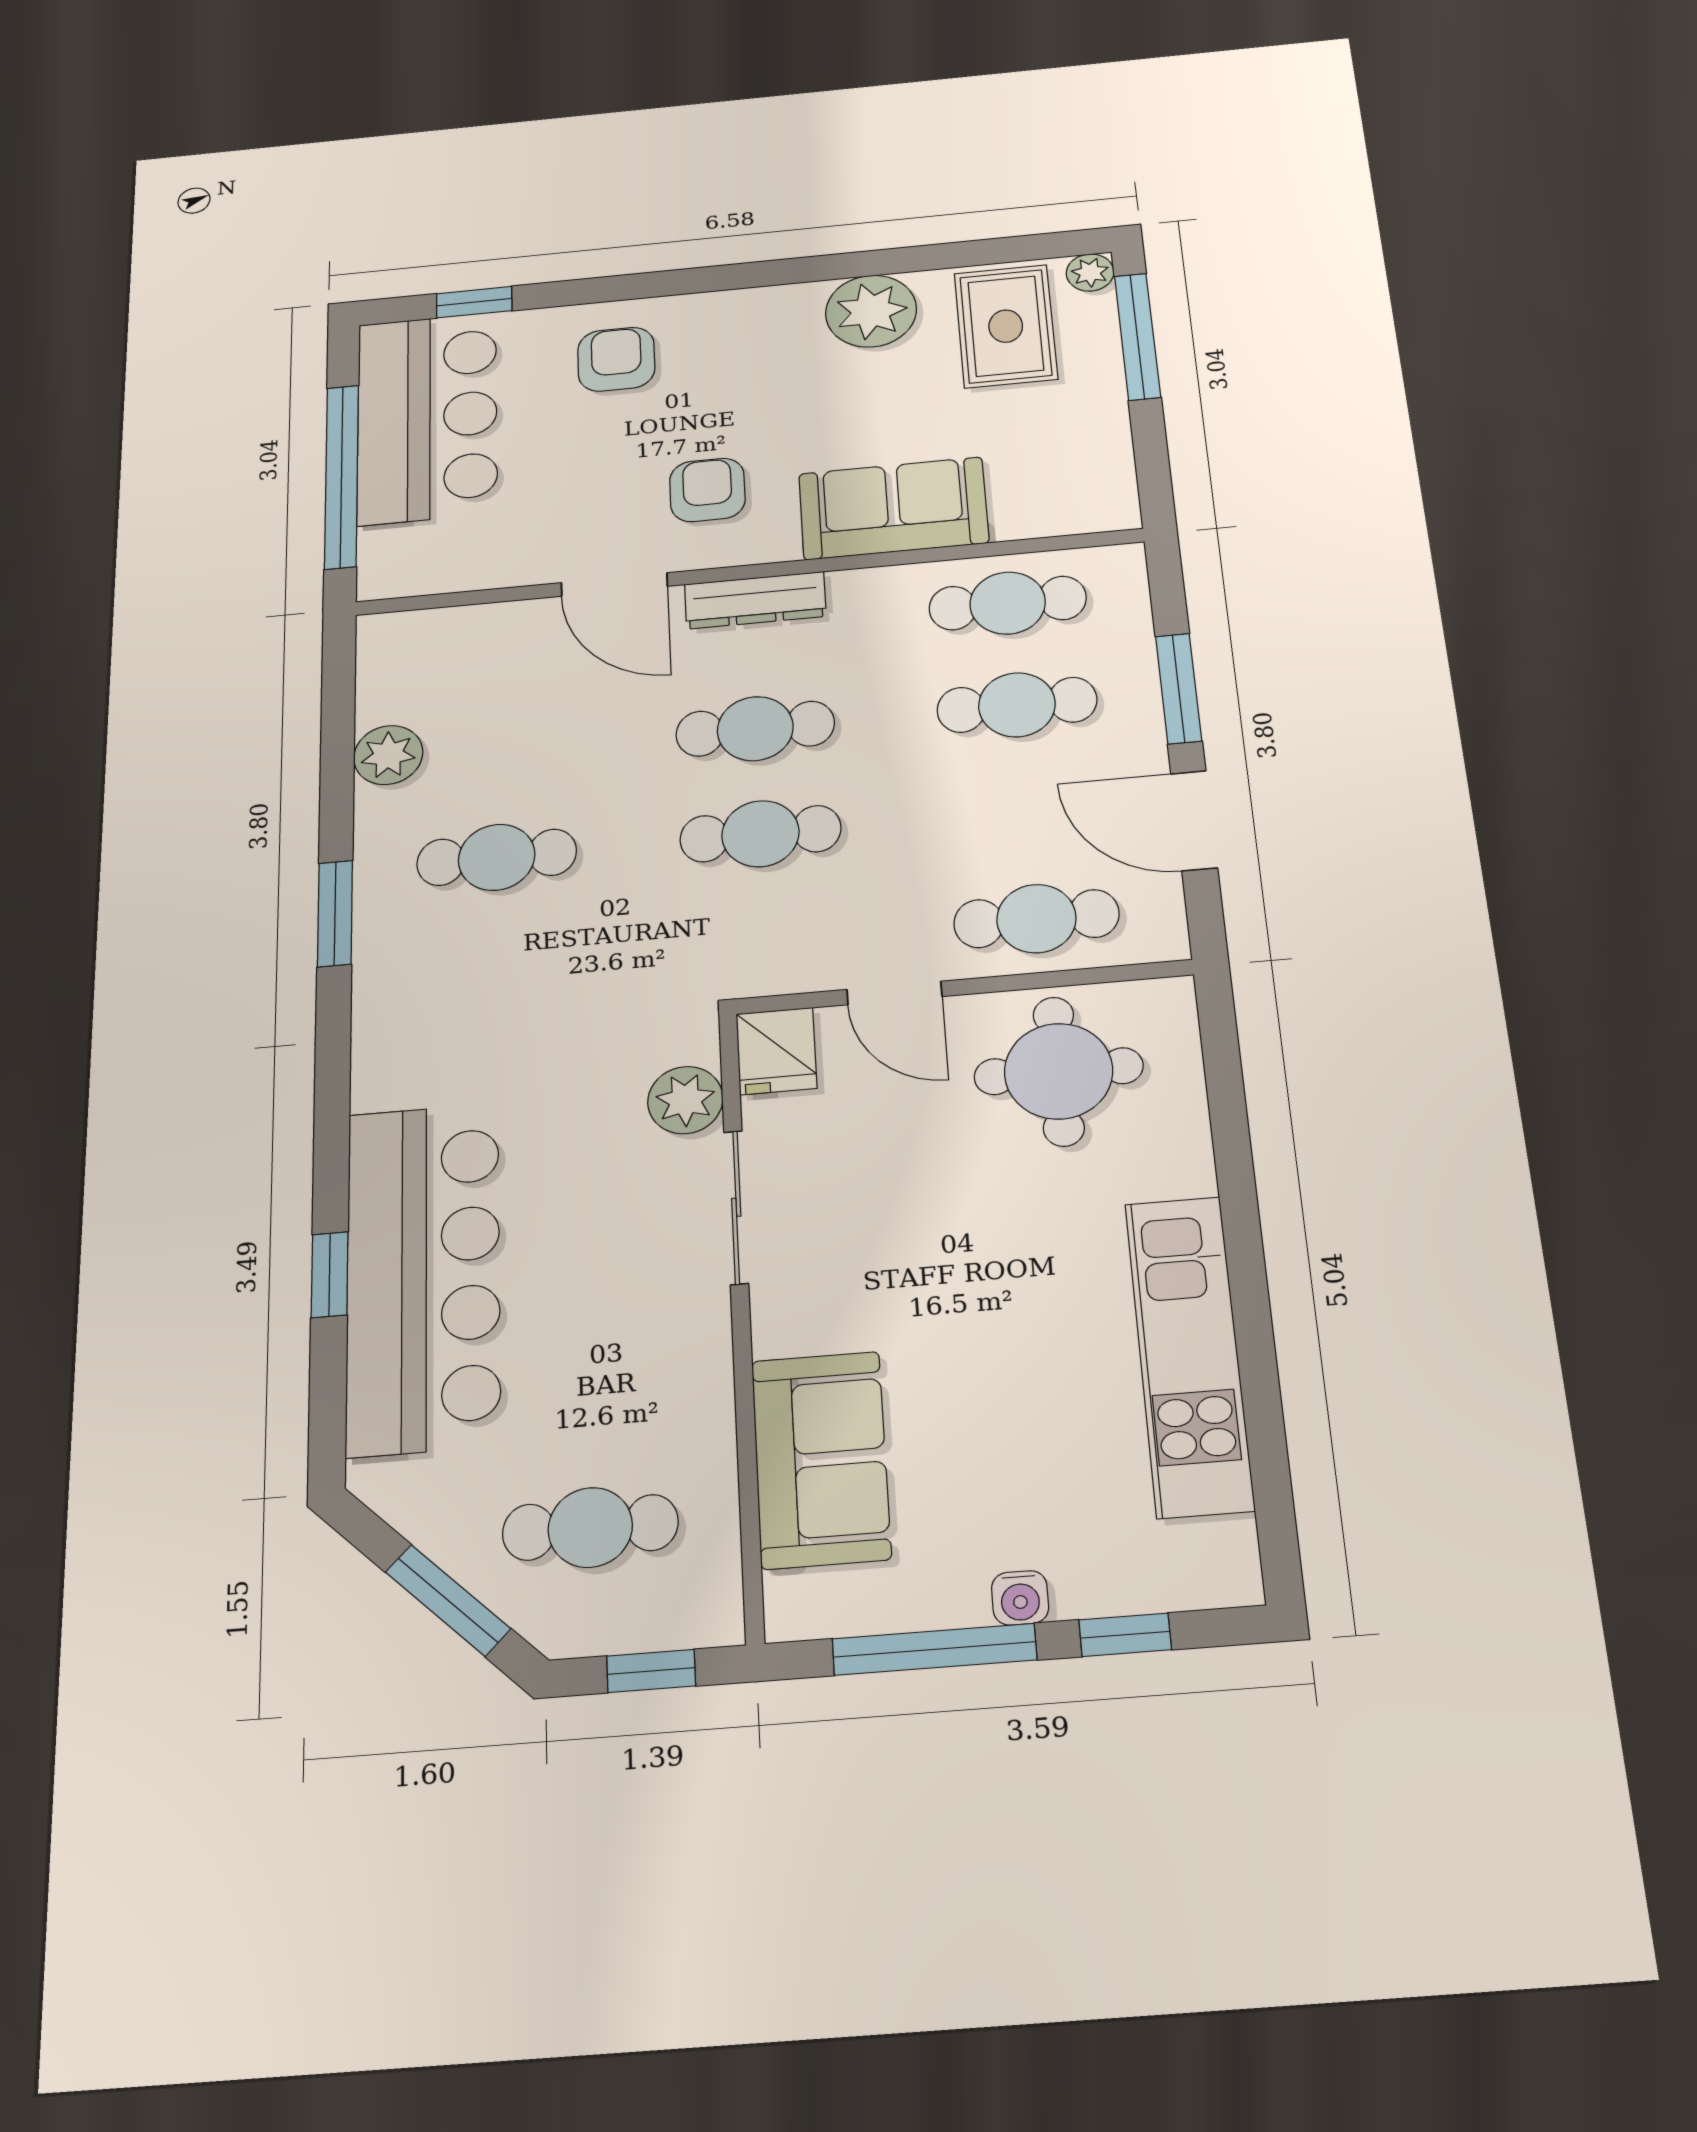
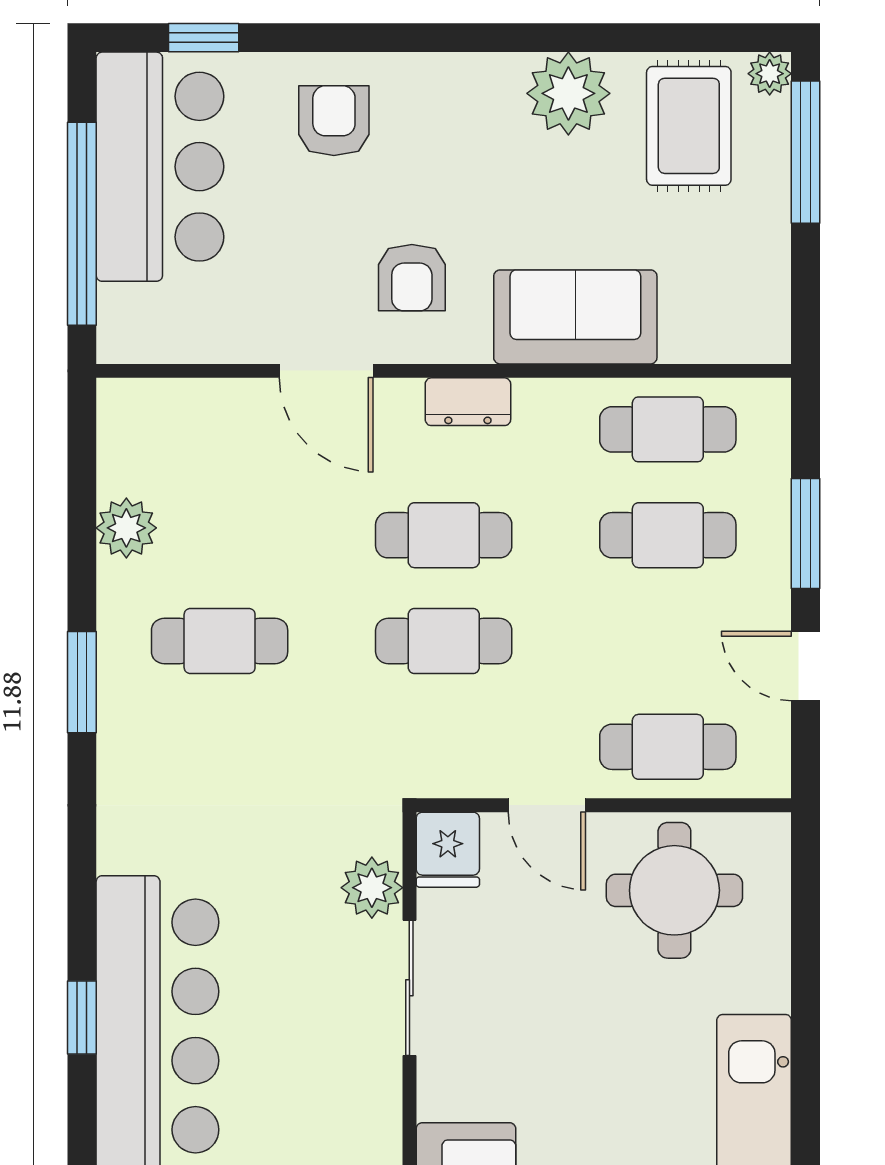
armchair: (707, 490) -> (412, 278), turned 180
dresser: (755, 600) -> (468, 402), width x0.70
door: (1194, 821) -> (806, 666), width x0.73

